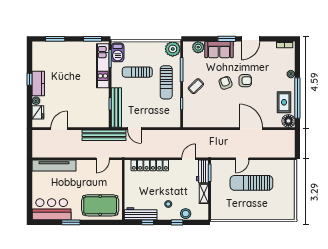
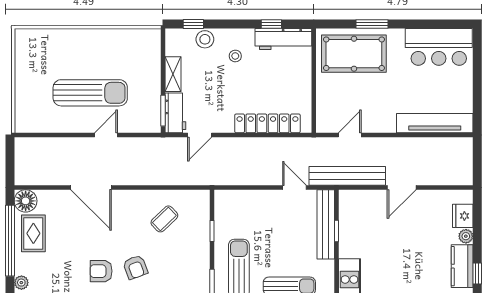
coffee table: (196, 86) -> (164, 219), moved
door: (59, 129) -> (402, 188), moved
window: (71, 222) -> (372, 24), moved
window: (177, 222) -> (193, 24), moved

